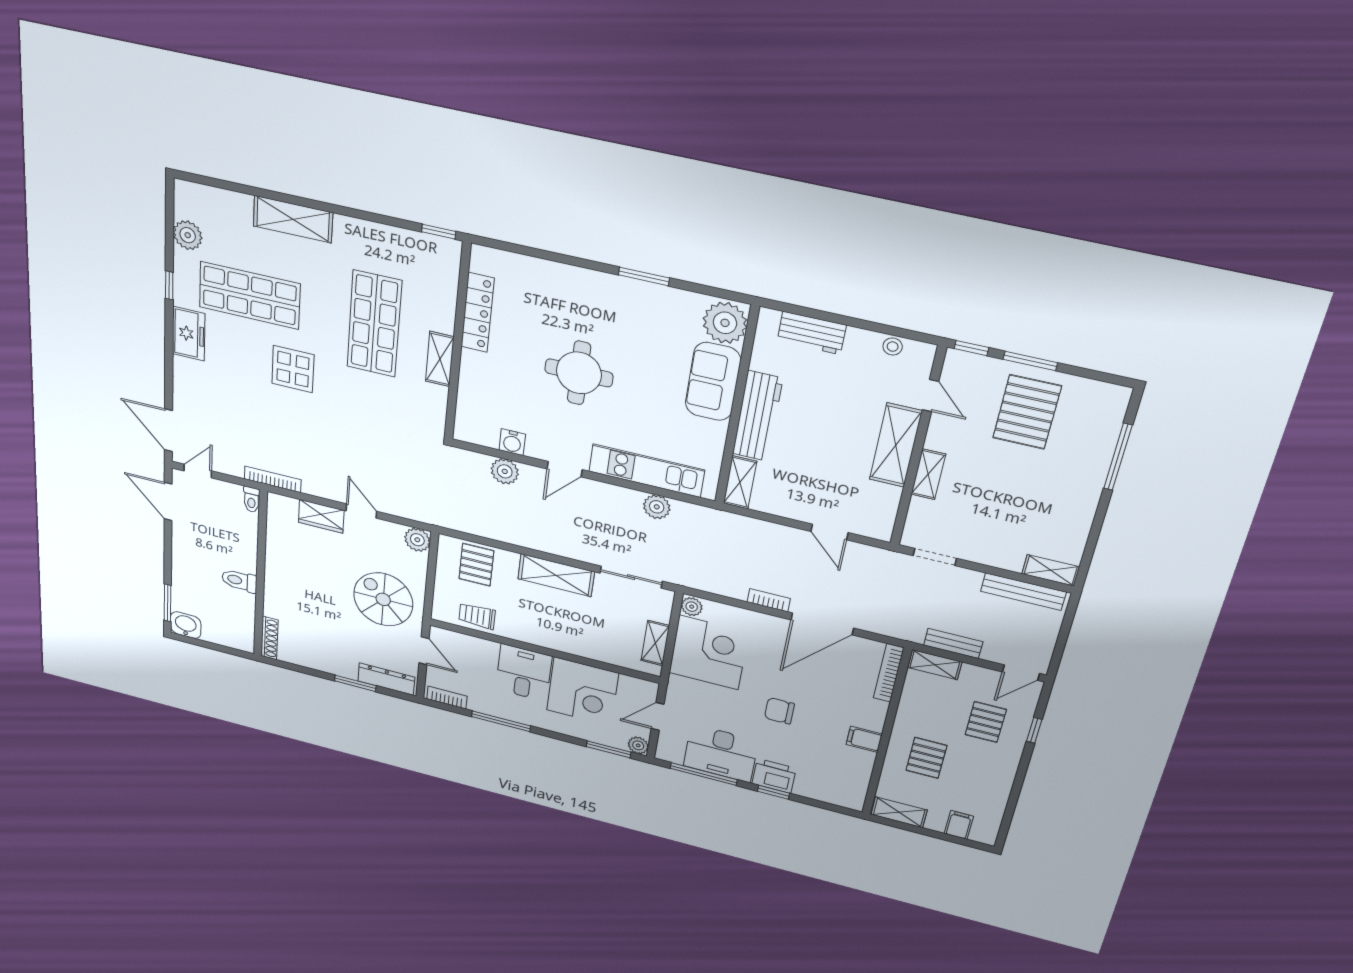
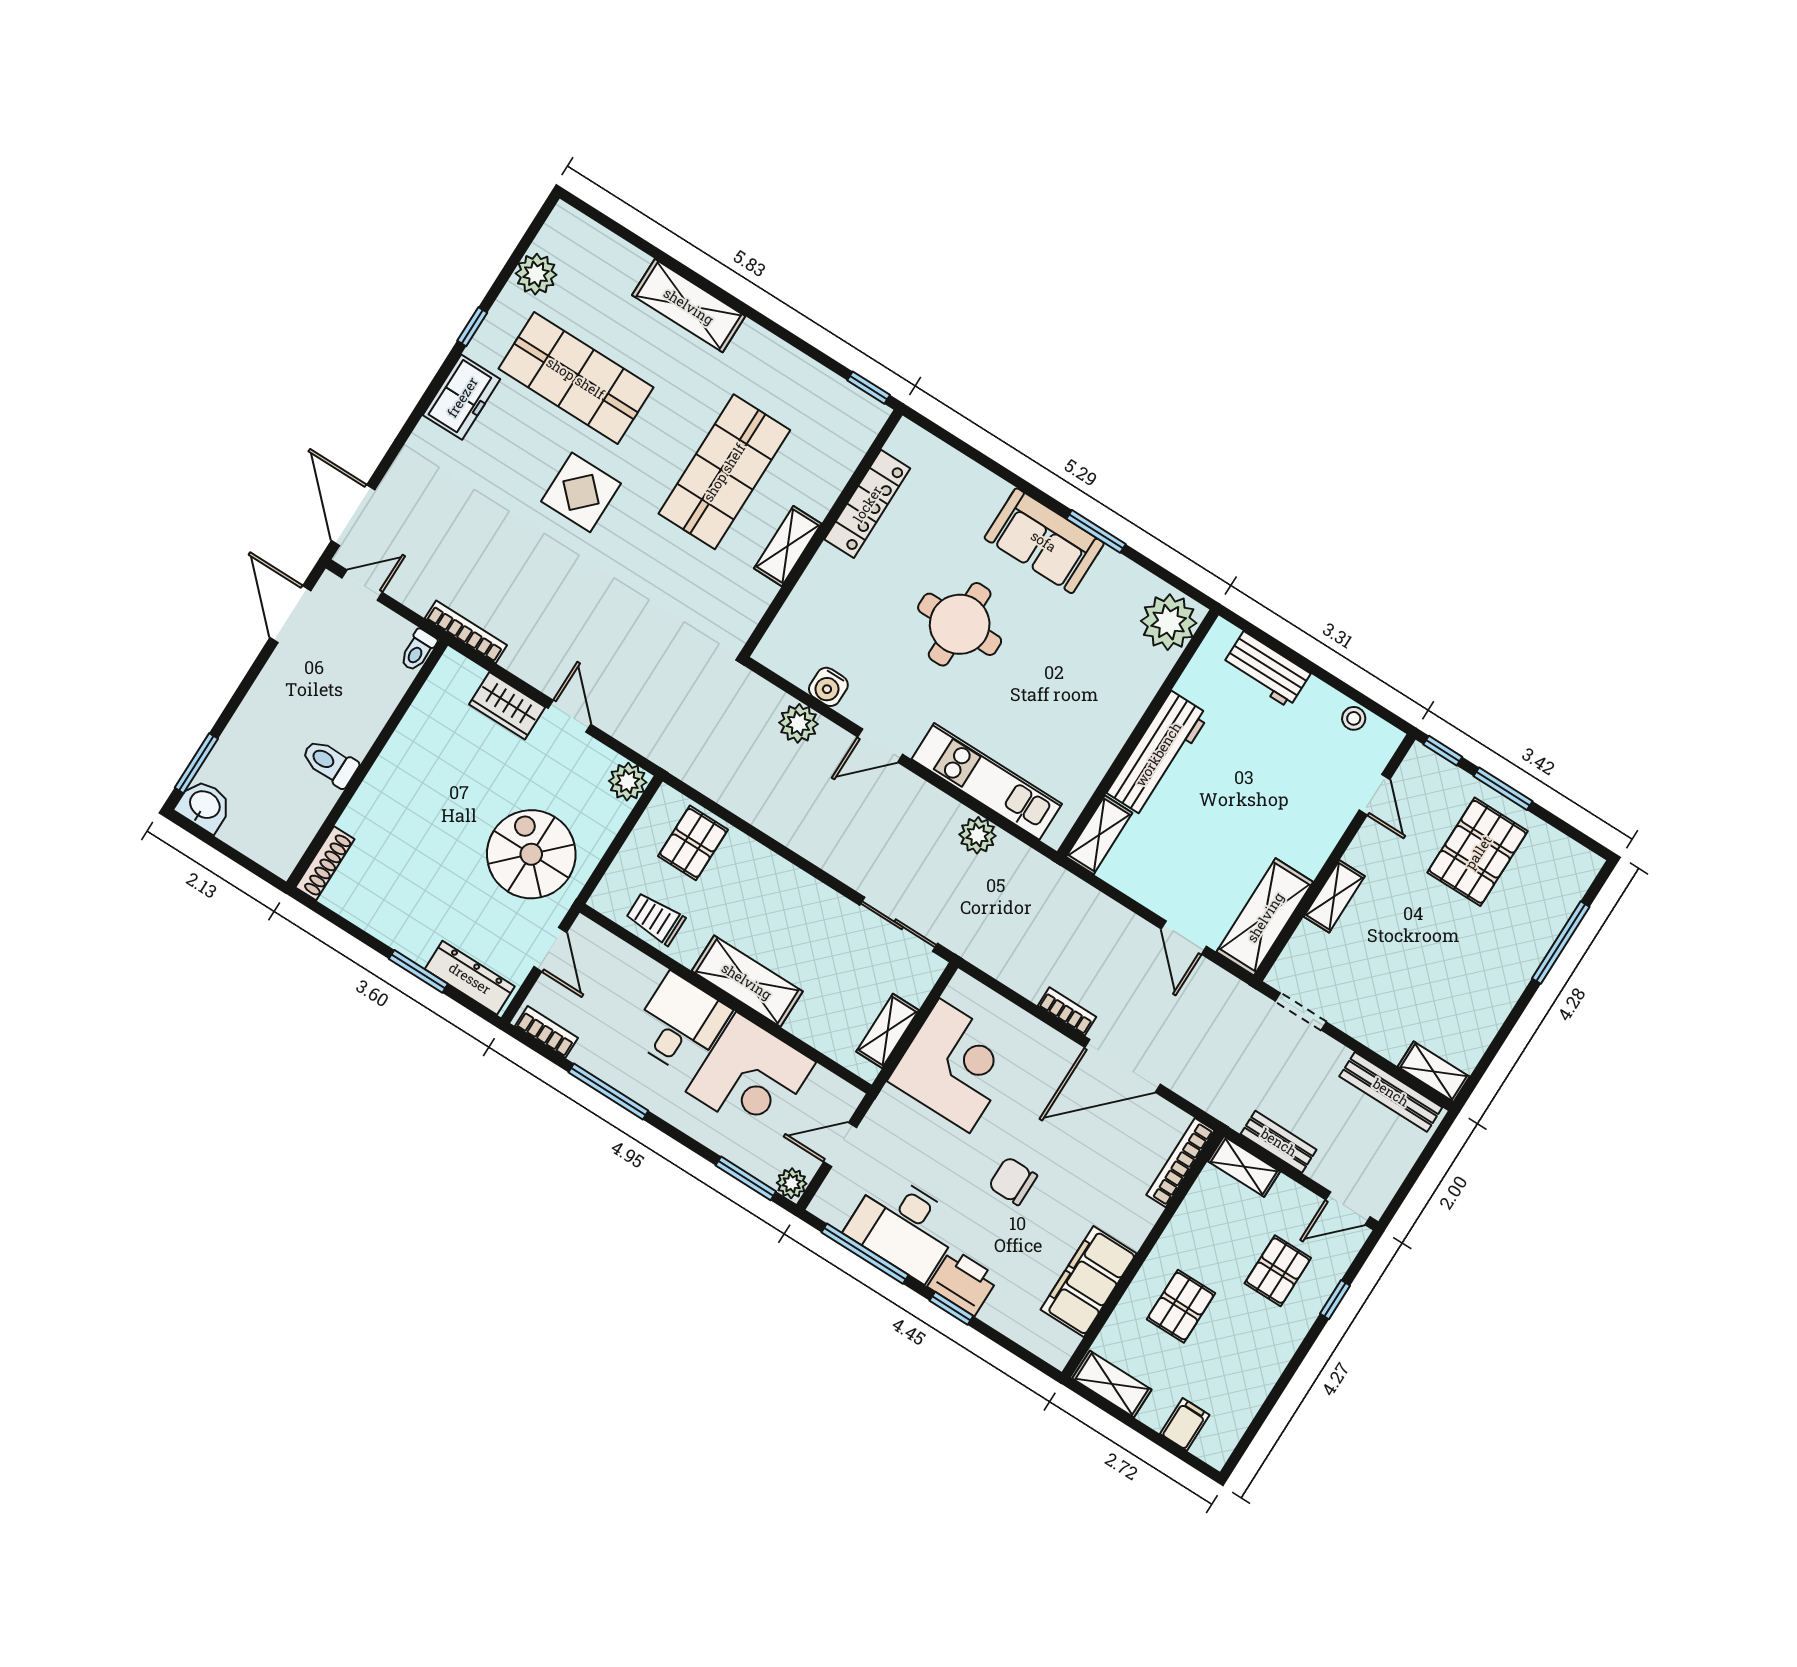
sofa: (713, 382) -> (1044, 541), moved, turned -90
shelving: (896, 445) -> (1265, 917), moved
shelving: (556, 575) -> (747, 981), moved
plant: (692, 607) -> (961, 991), removed
filing cabinet: (864, 739) -> (1089, 1281), width x3.00, depth x1.17

